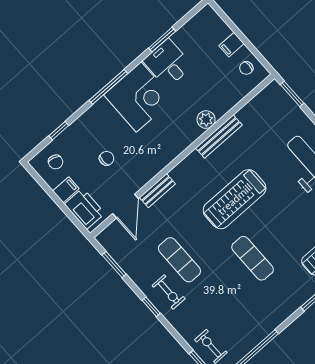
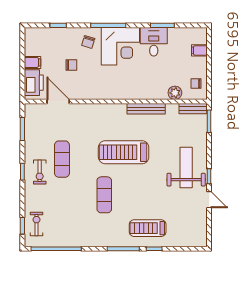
filing cabinet: (231, 45) -> (199, 50), moved
plant: (206, 120) -> (175, 93), moved
chair: (56, 162) -> (88, 42), moved
bench: (157, 191) -> (193, 109), moved
door: (125, 206) -> (58, 102), swing flipped

